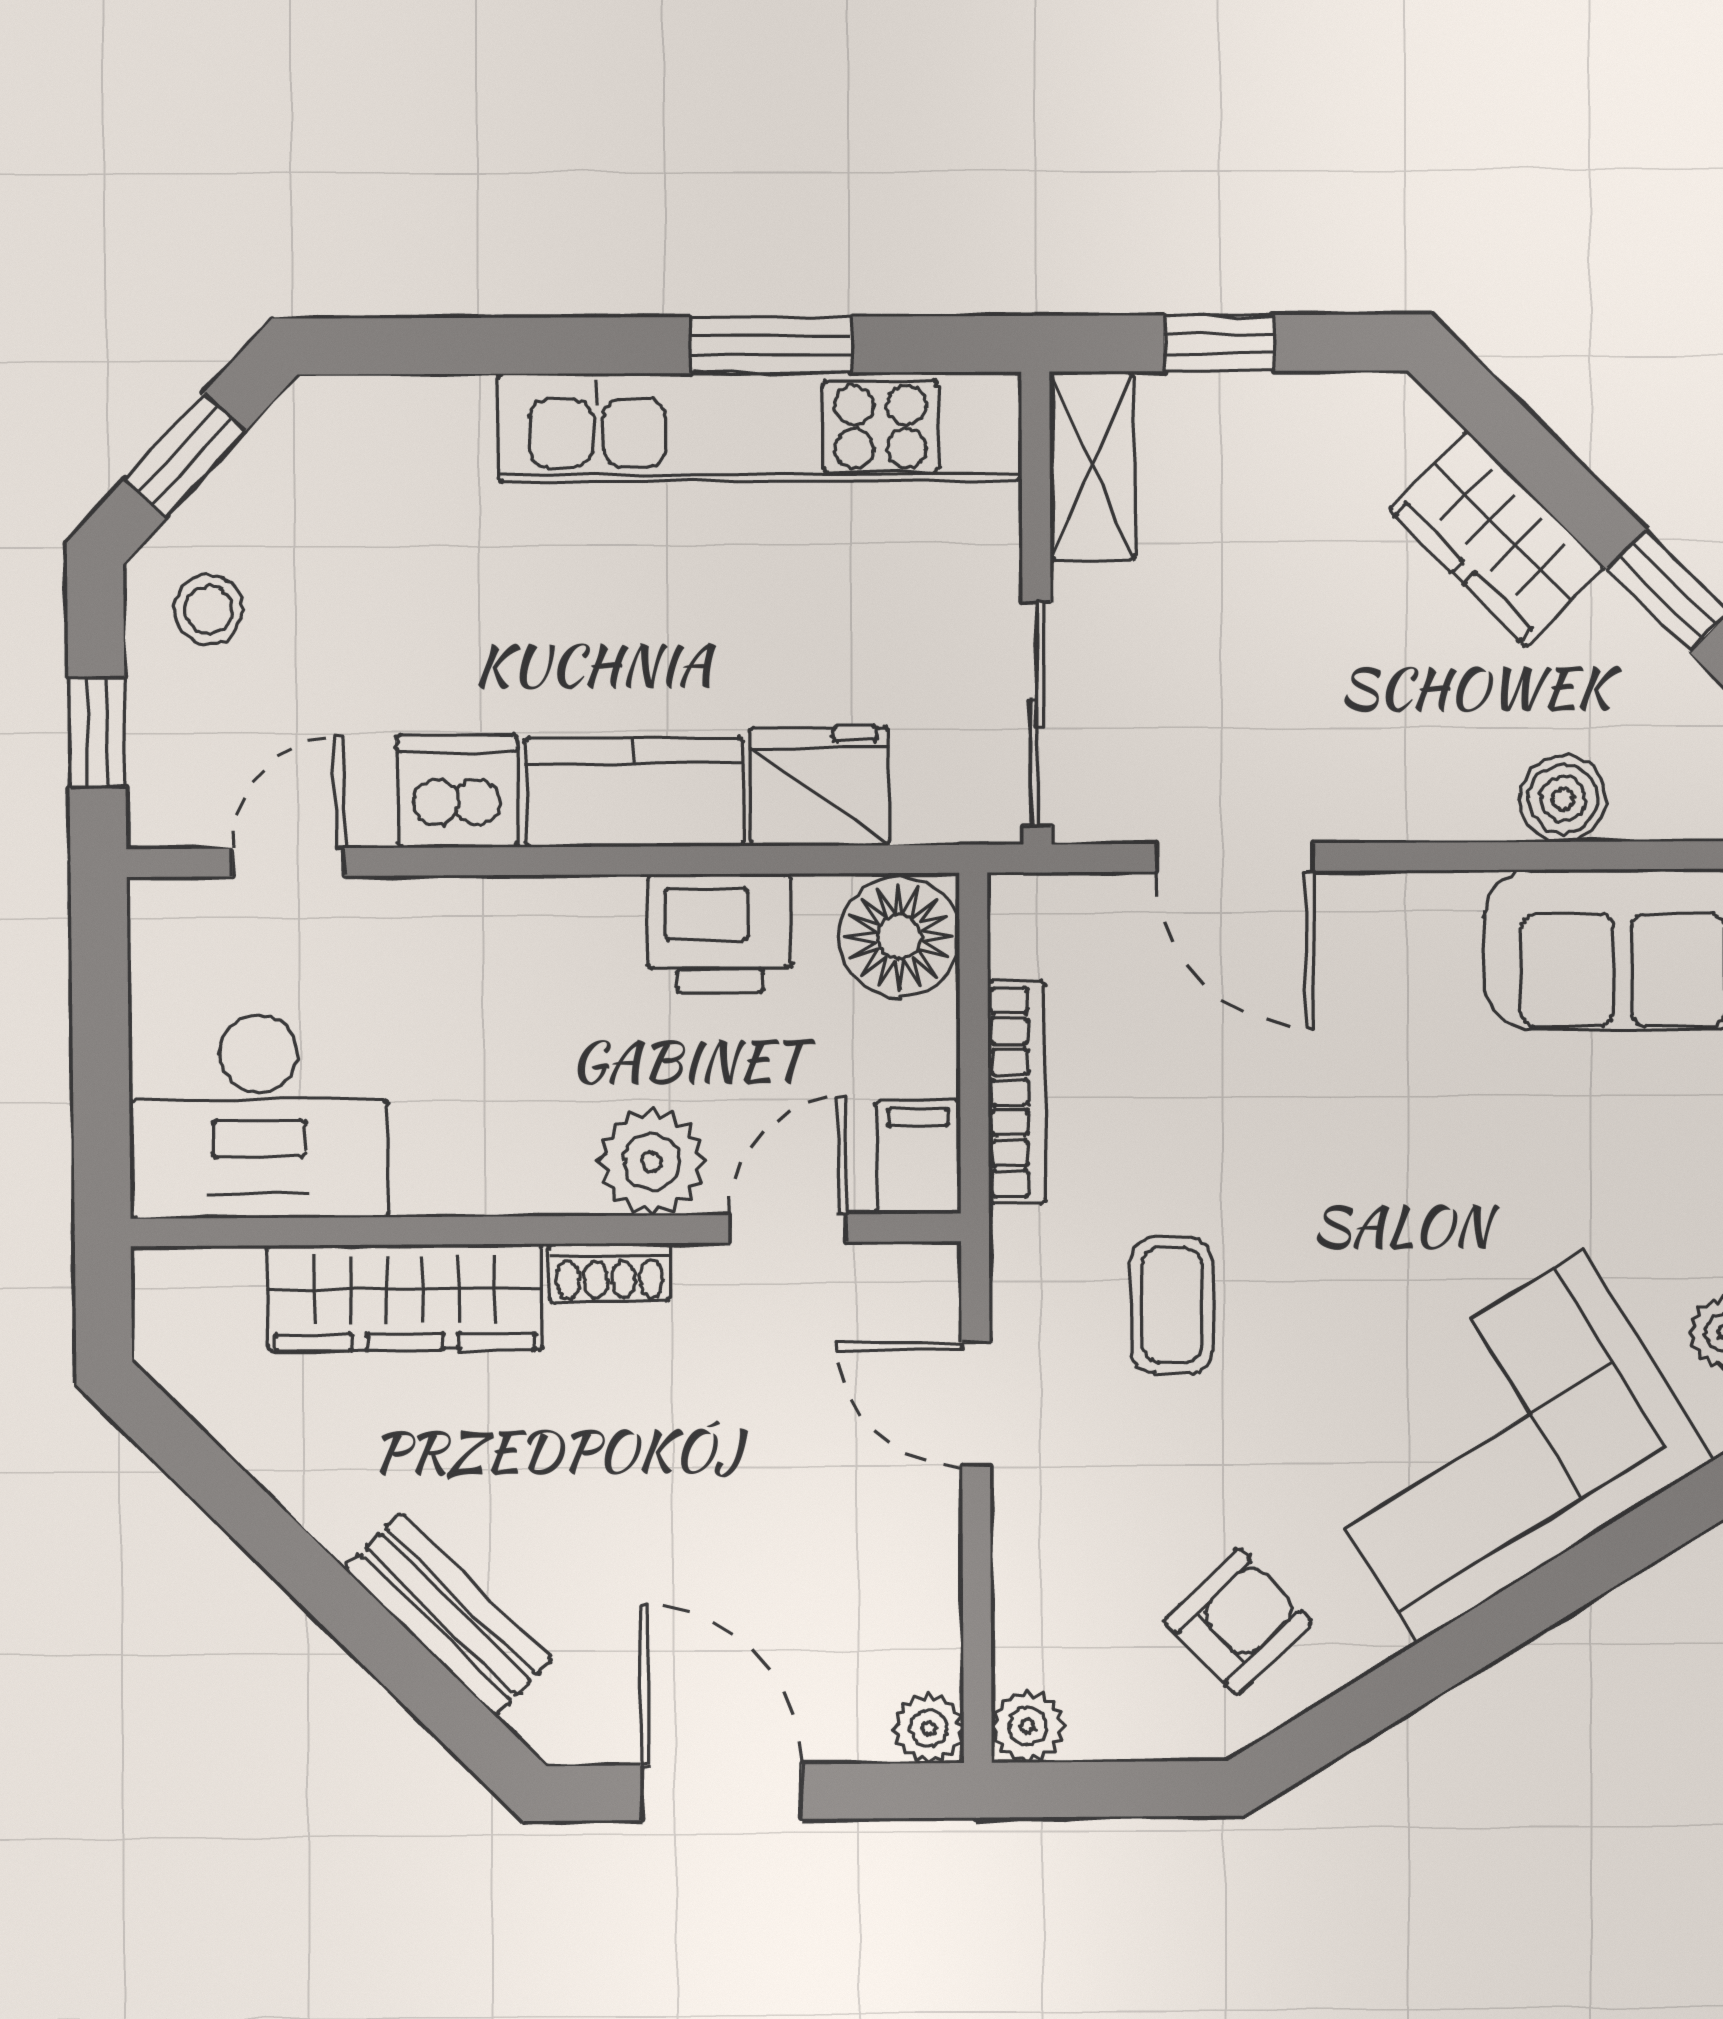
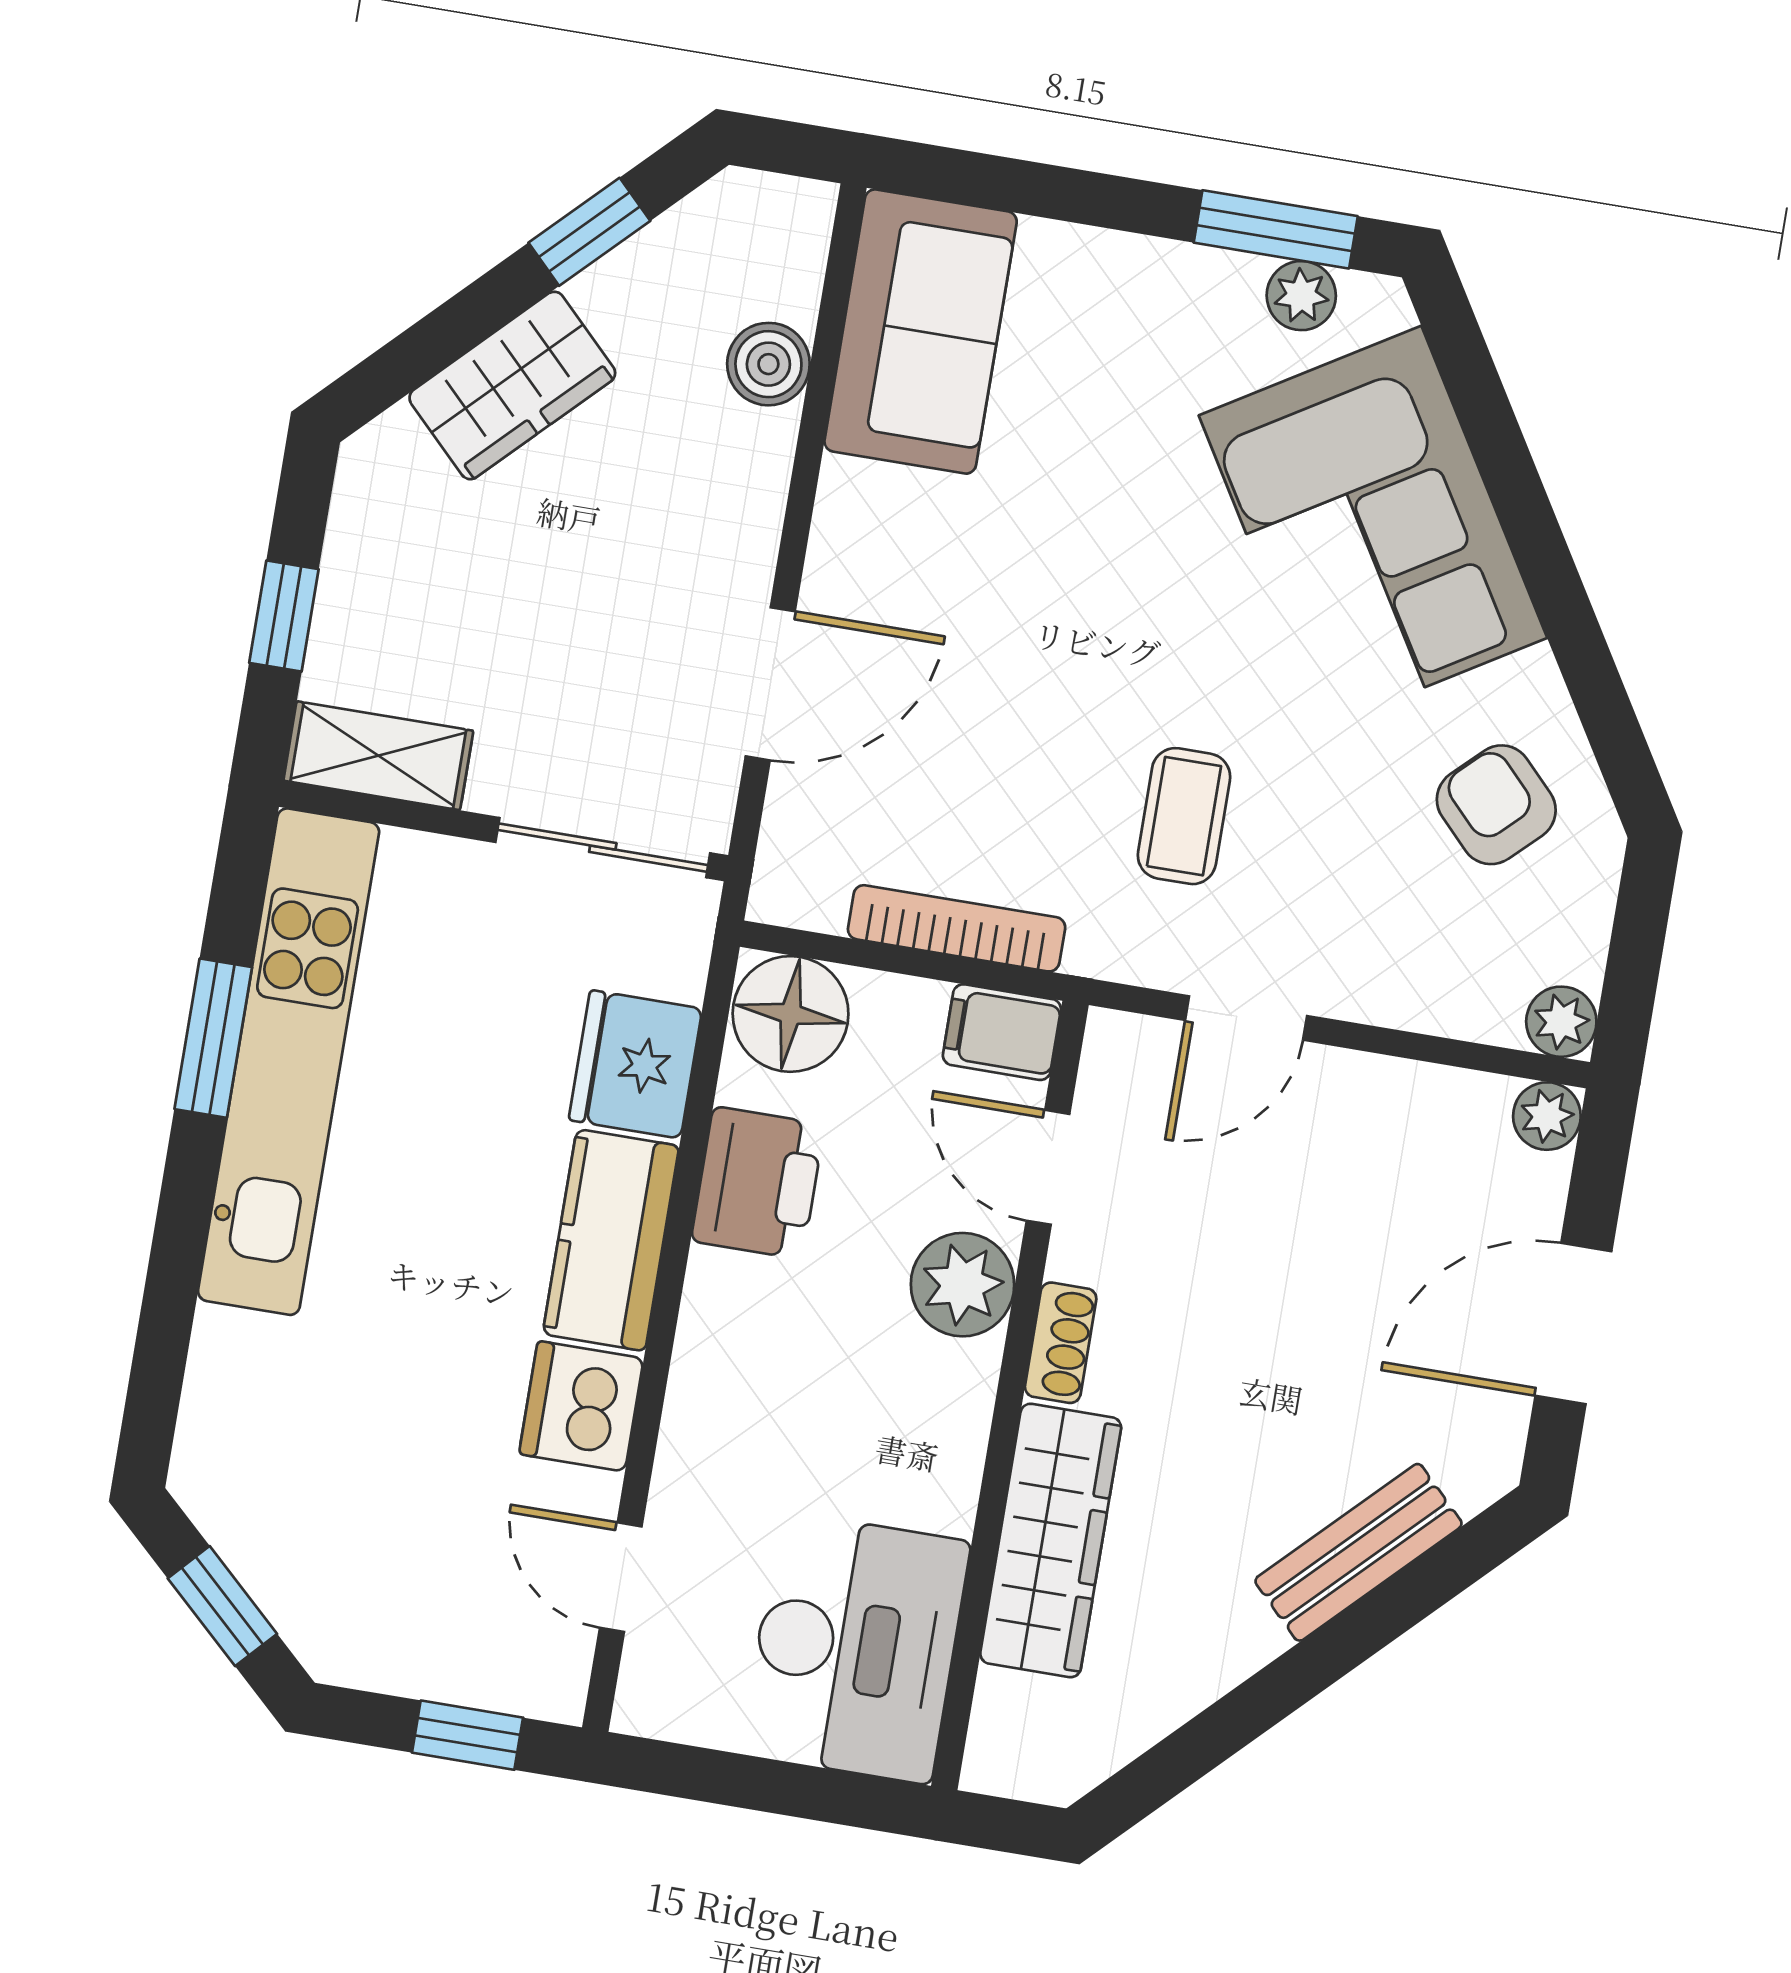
stool: (209, 610) -> (371, 1610), removed
coffee table: (1172, 1305) -> (1184, 816), turned 90

